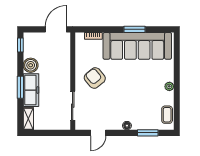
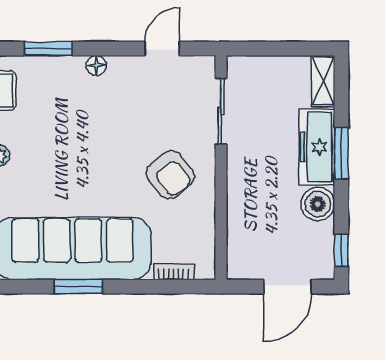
door: (56, 29) -> (288, 287), moved

